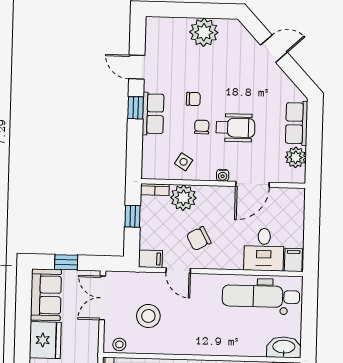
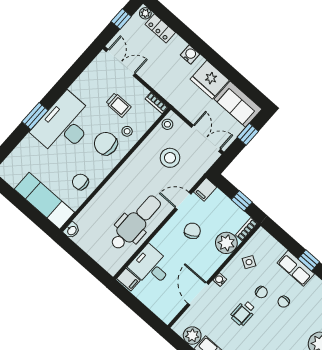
wheelchair: (235, 128) -> (243, 313), width x0.73, depth x0.73
dental chair: (261, 296) -> (136, 223), moved
washbasin: (284, 347) -> (72, 230), width x0.52, depth x0.69

